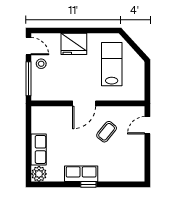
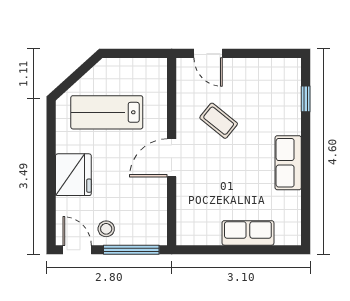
door: (29, 46) -> (77, 250), hinge flipped
door: (84, 103) -> (172, 158), swing flipped
plant: (39, 174) -> (288, 232), removed
window: (88, 184) -> (306, 99), moved

